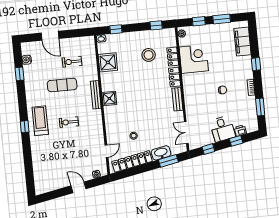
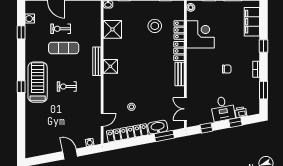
exercise bike: (72, 62) -> (61, 29), moved
treadmill: (40, 121) -> (38, 82), width x1.37, depth x1.38

